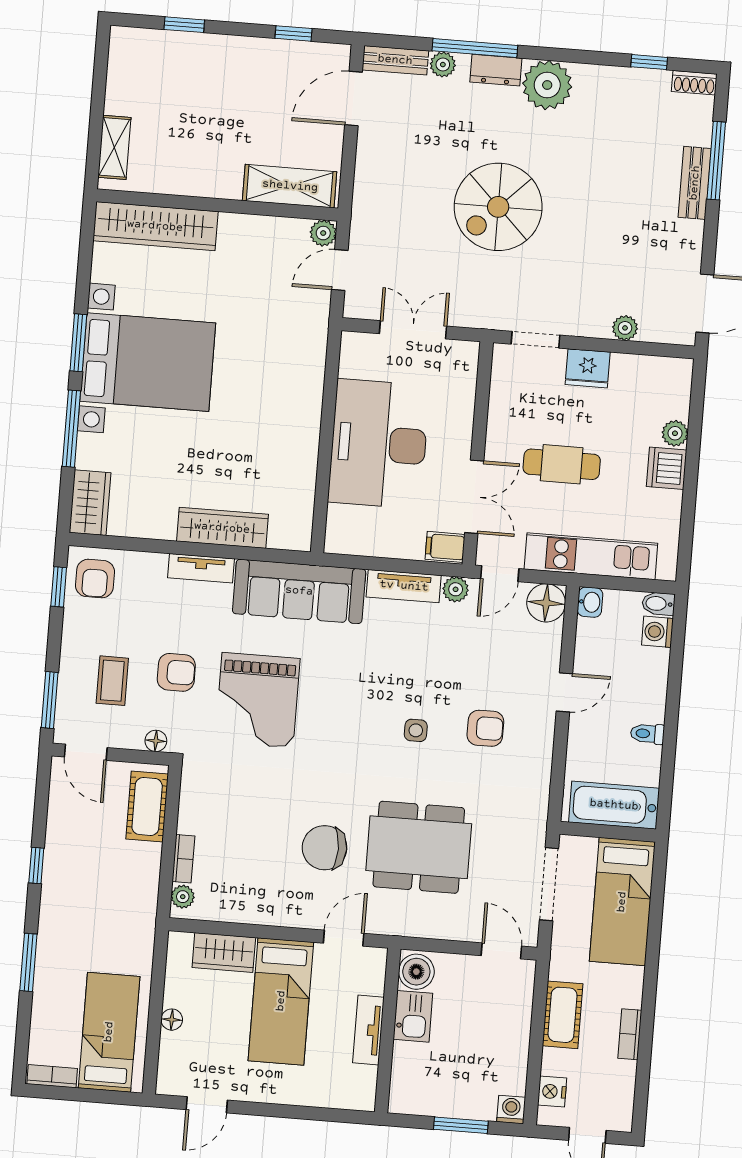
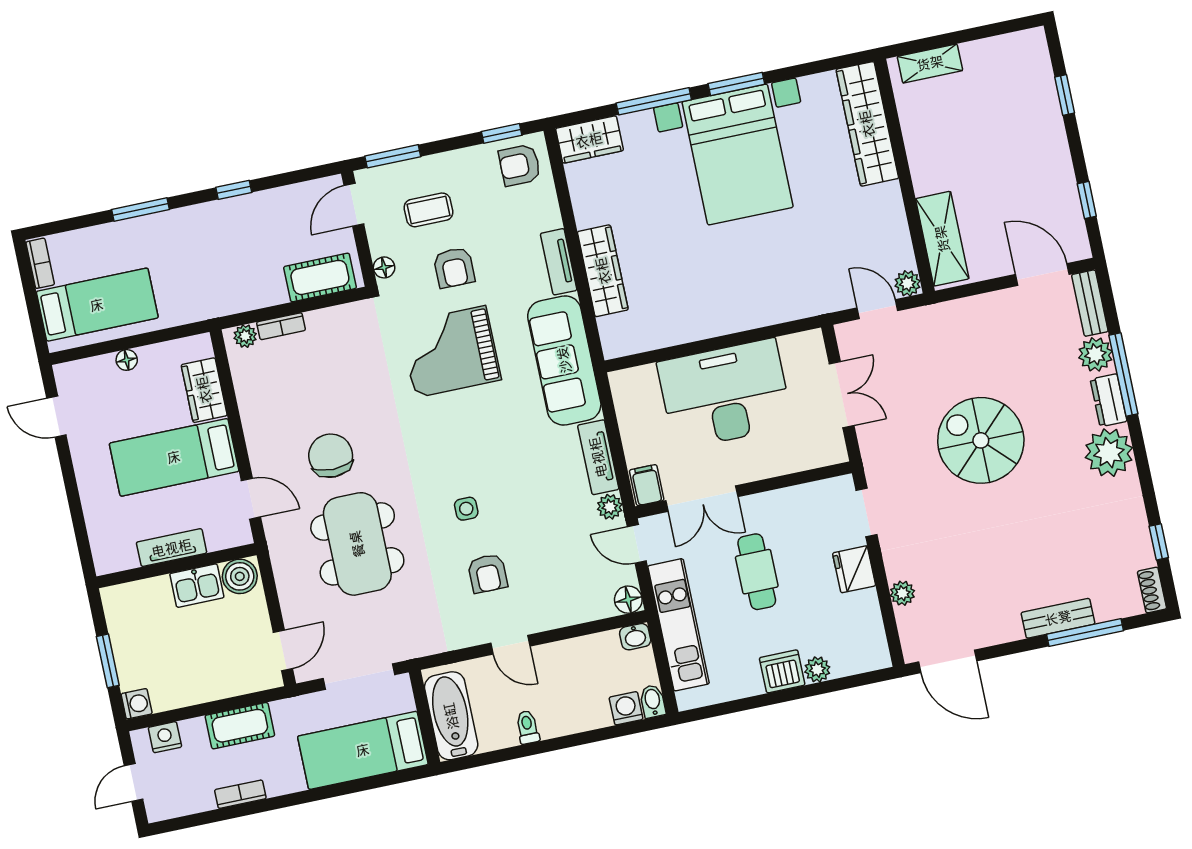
plant: (443, 65) -> (1095, 354), width x1.38, depth x1.38
floor lamp: (546, 603) -> (628, 600), width x0.73, depth x0.73
door: (564, 692) -> (510, 645), moved

